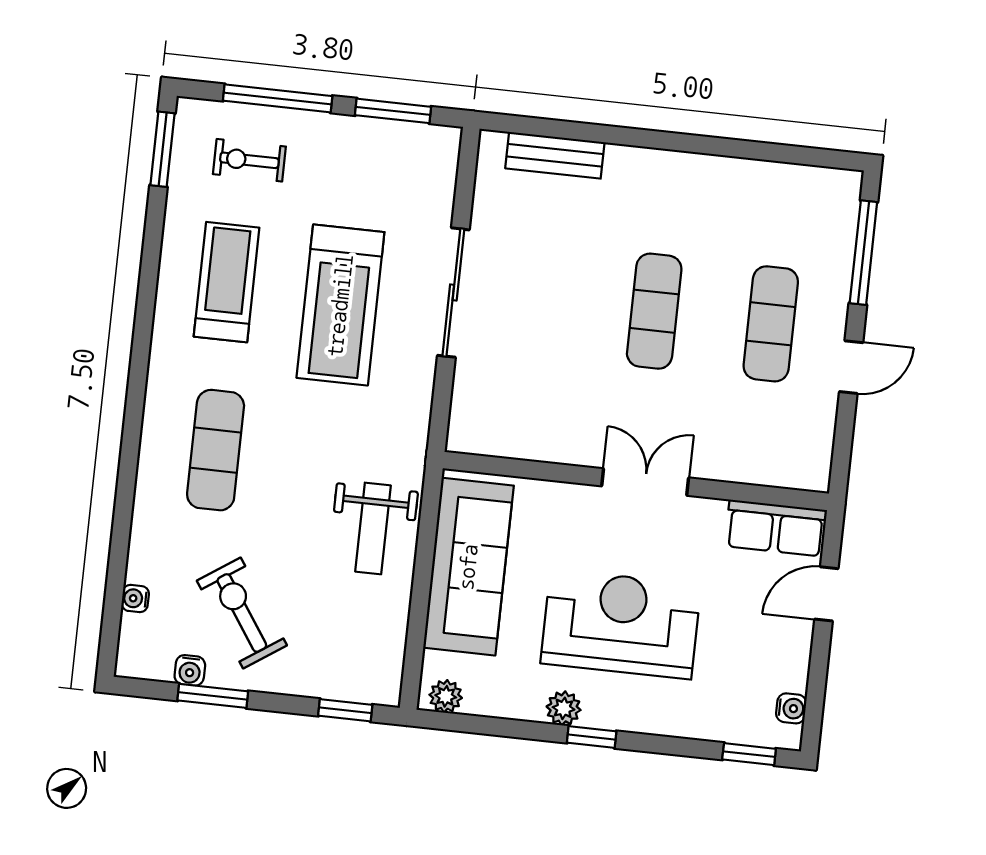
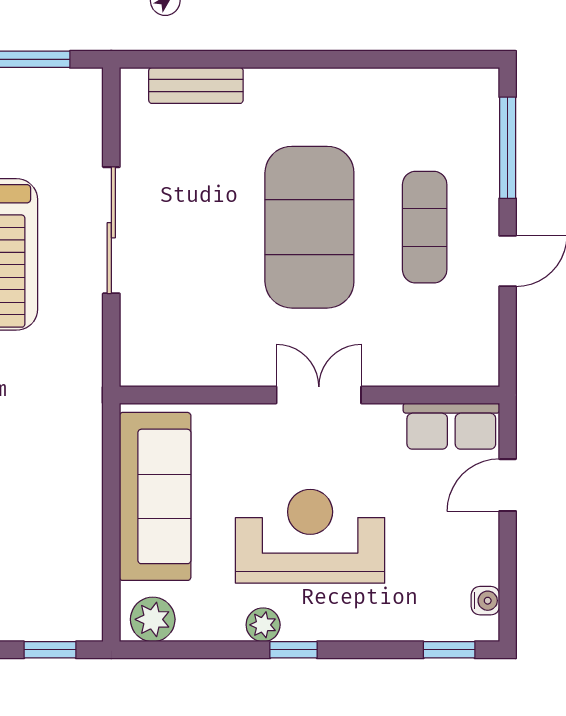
exercise mat: (654, 311) -> (309, 227), width x2.00, depth x1.45
weight bench: (373, 528) -> (58, 469), removed
plant: (446, 696) -> (153, 619), width x1.38, depth x1.38

